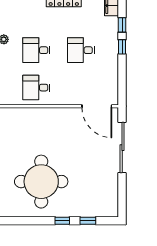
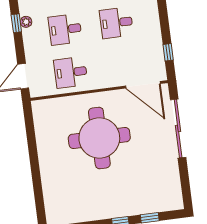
window: (122, 47) -> (168, 52), moved
round table: (41, 182) -> (99, 138), moved

